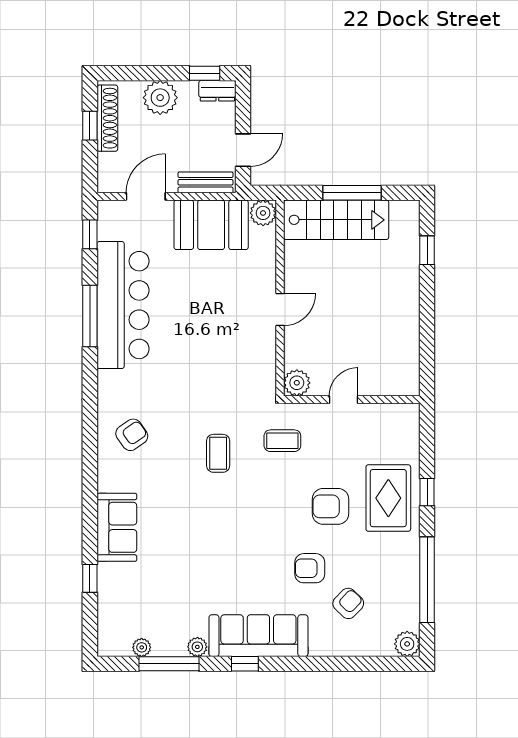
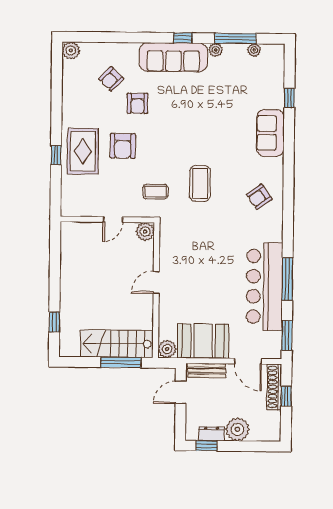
dresser: (217, 91) -> (211, 434), moved
shoe rack: (107, 118) -> (274, 387), moved
window: (90, 126) -> (286, 396), moved
window: (352, 193) -> (121, 362), moved
door: (146, 196) -> (248, 361), hinge flipped
window: (90, 234) -> (287, 335), width x1.50
coffee table: (218, 453) -> (200, 183), width x1.36, depth x1.30
armchair: (331, 506) -> (123, 146), turned 90
armchair: (310, 568) -> (137, 103), turned 90
window: (427, 580) -> (57, 95), removed

